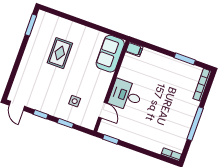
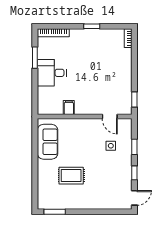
filing cabinet: (134, 49) -> (69, 108), moved
sofa: (110, 54) -> (47, 142), moved, turned -90
desk: (126, 95) -> (52, 73), moved, turned 90
door: (103, 110) -> (110, 117), swing flipped
window: (195, 124) -> (92, 26), width x0.46

